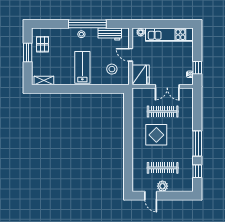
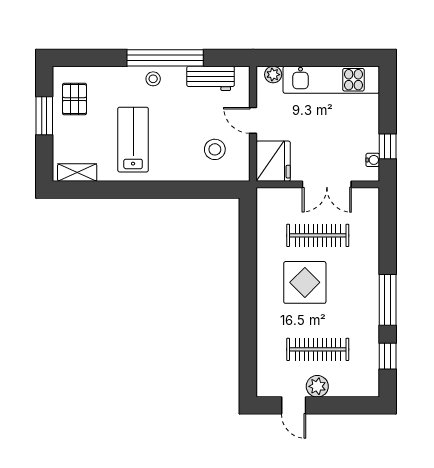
lab bench: (82, 67) -> (133, 140), moved

